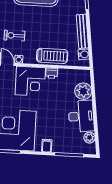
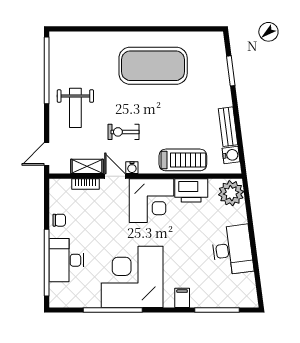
bench: (82, 31) -> (228, 127), width x0.73
printer: (52, 73) -> (191, 190), width x1.87, depth x1.48
plant: (83, 91) -> (231, 193), moved
plant: (89, 138) -> (247, 282), removed

